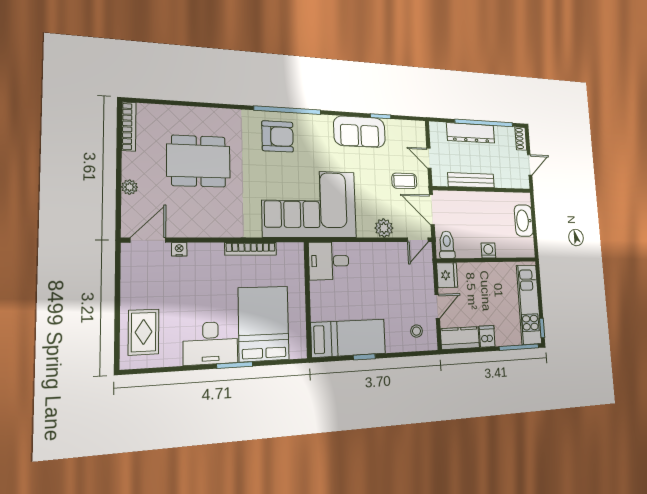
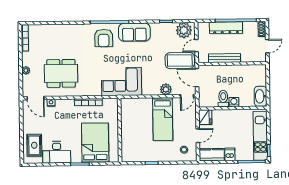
sofa: (360, 132) -> (134, 32), moved
plant: (409, 132) -> (184, 30), added
armchair: (278, 136) -> (104, 38), turned 90
door: (429, 158) -> (197, 46), hinge flipped
dining table: (199, 161) -> (61, 73), moved
coffee table: (404, 181) -> (180, 60), width x1.86, depth x1.72
corner sofa: (309, 204) -> (121, 82), width x0.73, depth x0.74
washbasin: (524, 221) -> (261, 96), moved
door: (148, 240) -> (36, 98), swing flipped
toilet: (447, 245) -> (223, 99), moved
desk: (329, 261) -> (132, 109), removed
bed: (348, 338) -> (163, 119), moved, turned 90
desk: (211, 343) -> (57, 152), moved

